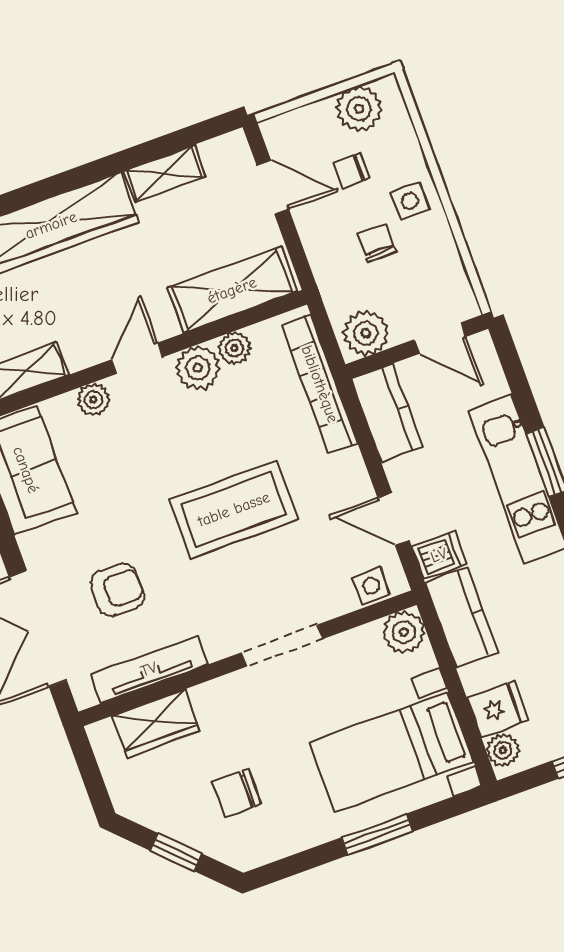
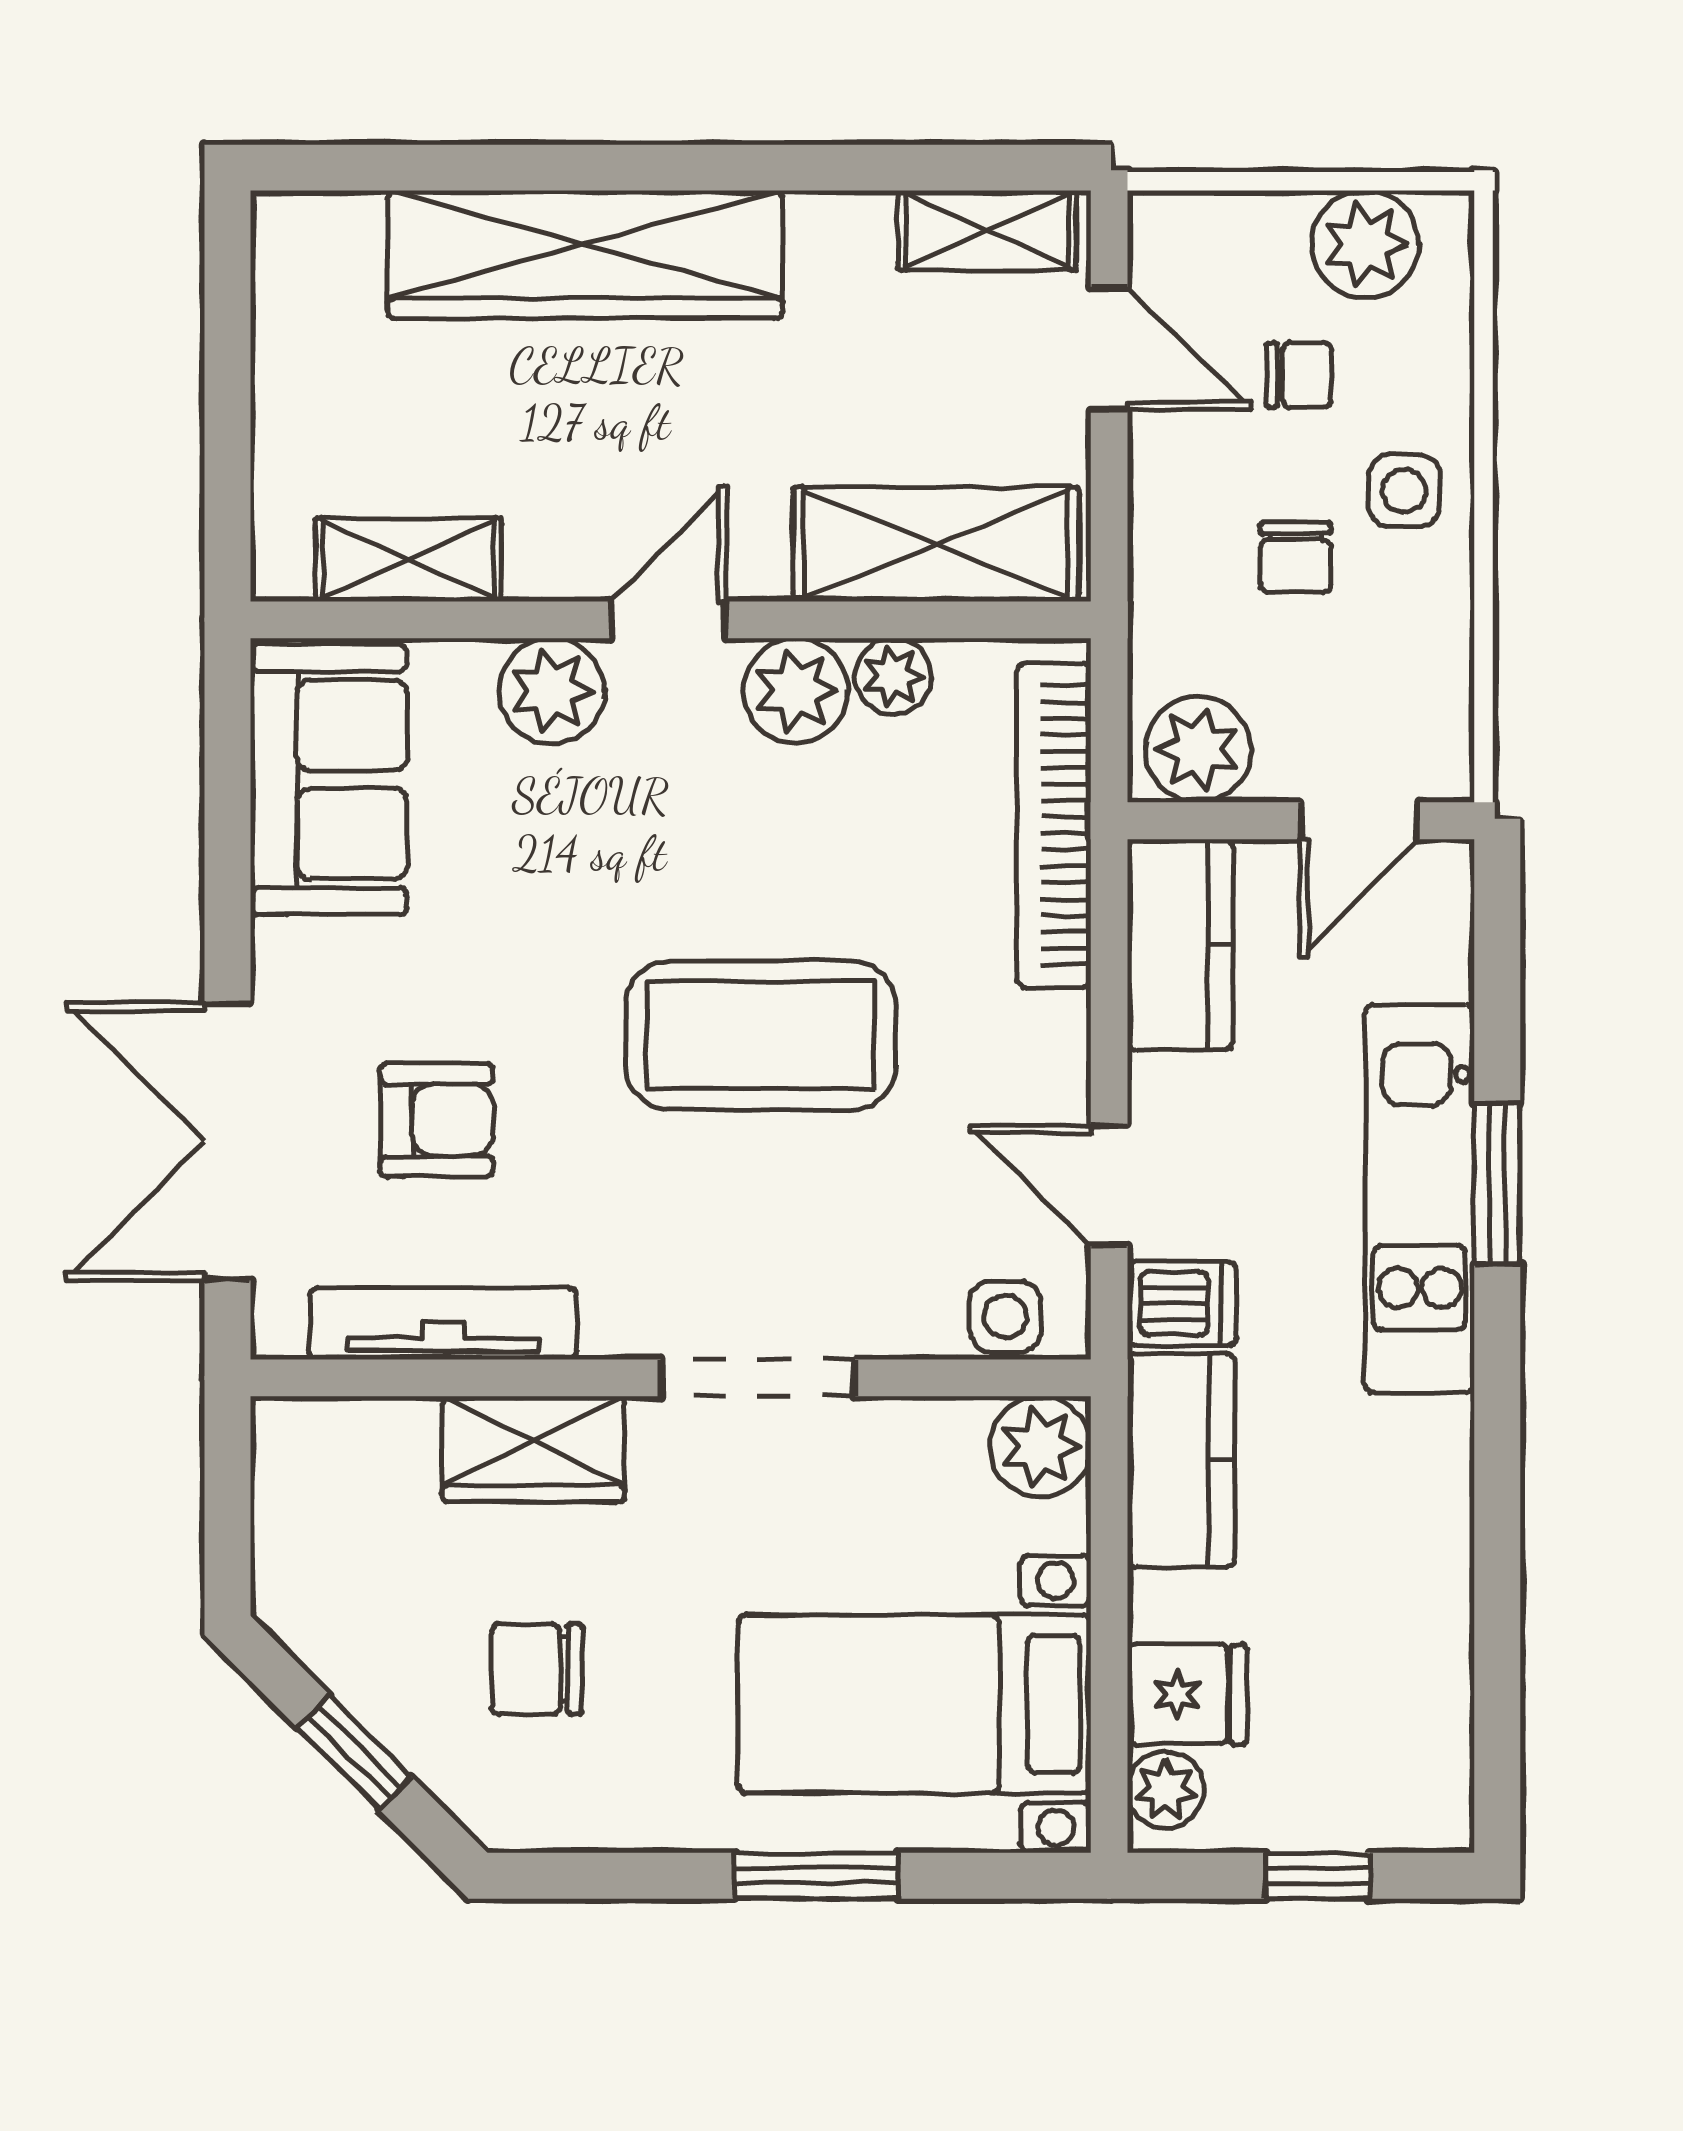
chair: (352, 170) -> (1299, 375), turned 180
shelving: (164, 174) -> (988, 230), moved
chair: (377, 243) -> (1296, 557), turned 180
door: (440, 338) -> (1359, 821), hinge flipped
plant: (93, 400) -> (552, 691), width x1.38, depth x1.38
wardrobe: (156, 723) -> (533, 1449), moved

